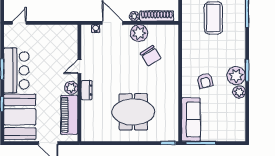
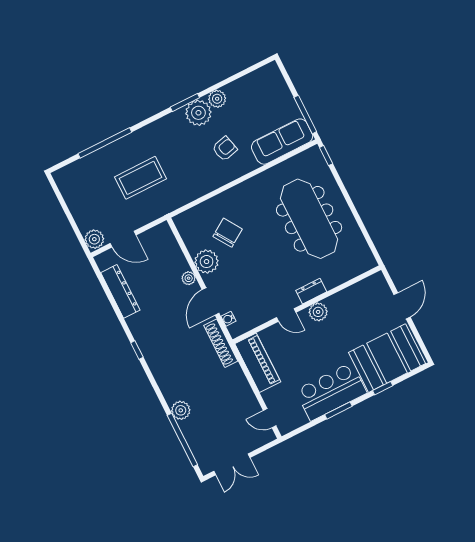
shoe rack: (157, 16) -> (221, 343), moved
meeting table: (133, 112) -> (309, 219), width x1.36
piano: (69, 115) -> (258, 363), moved, turned -90

